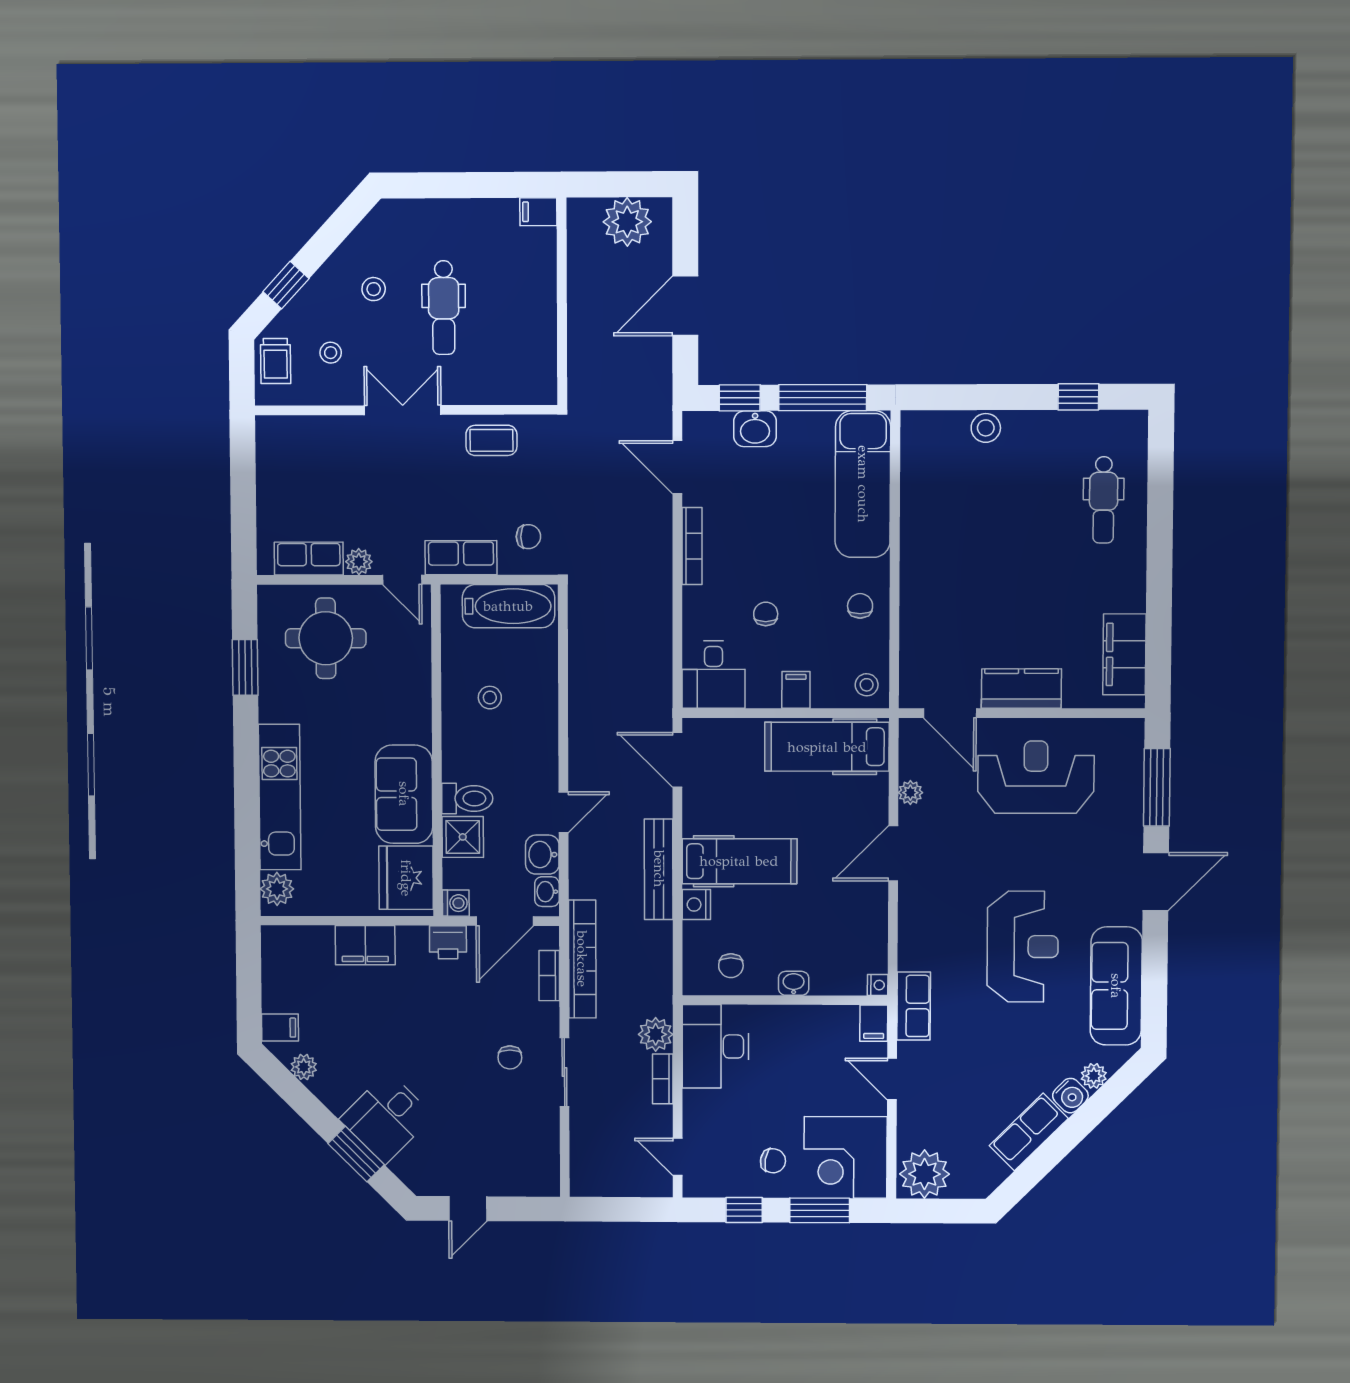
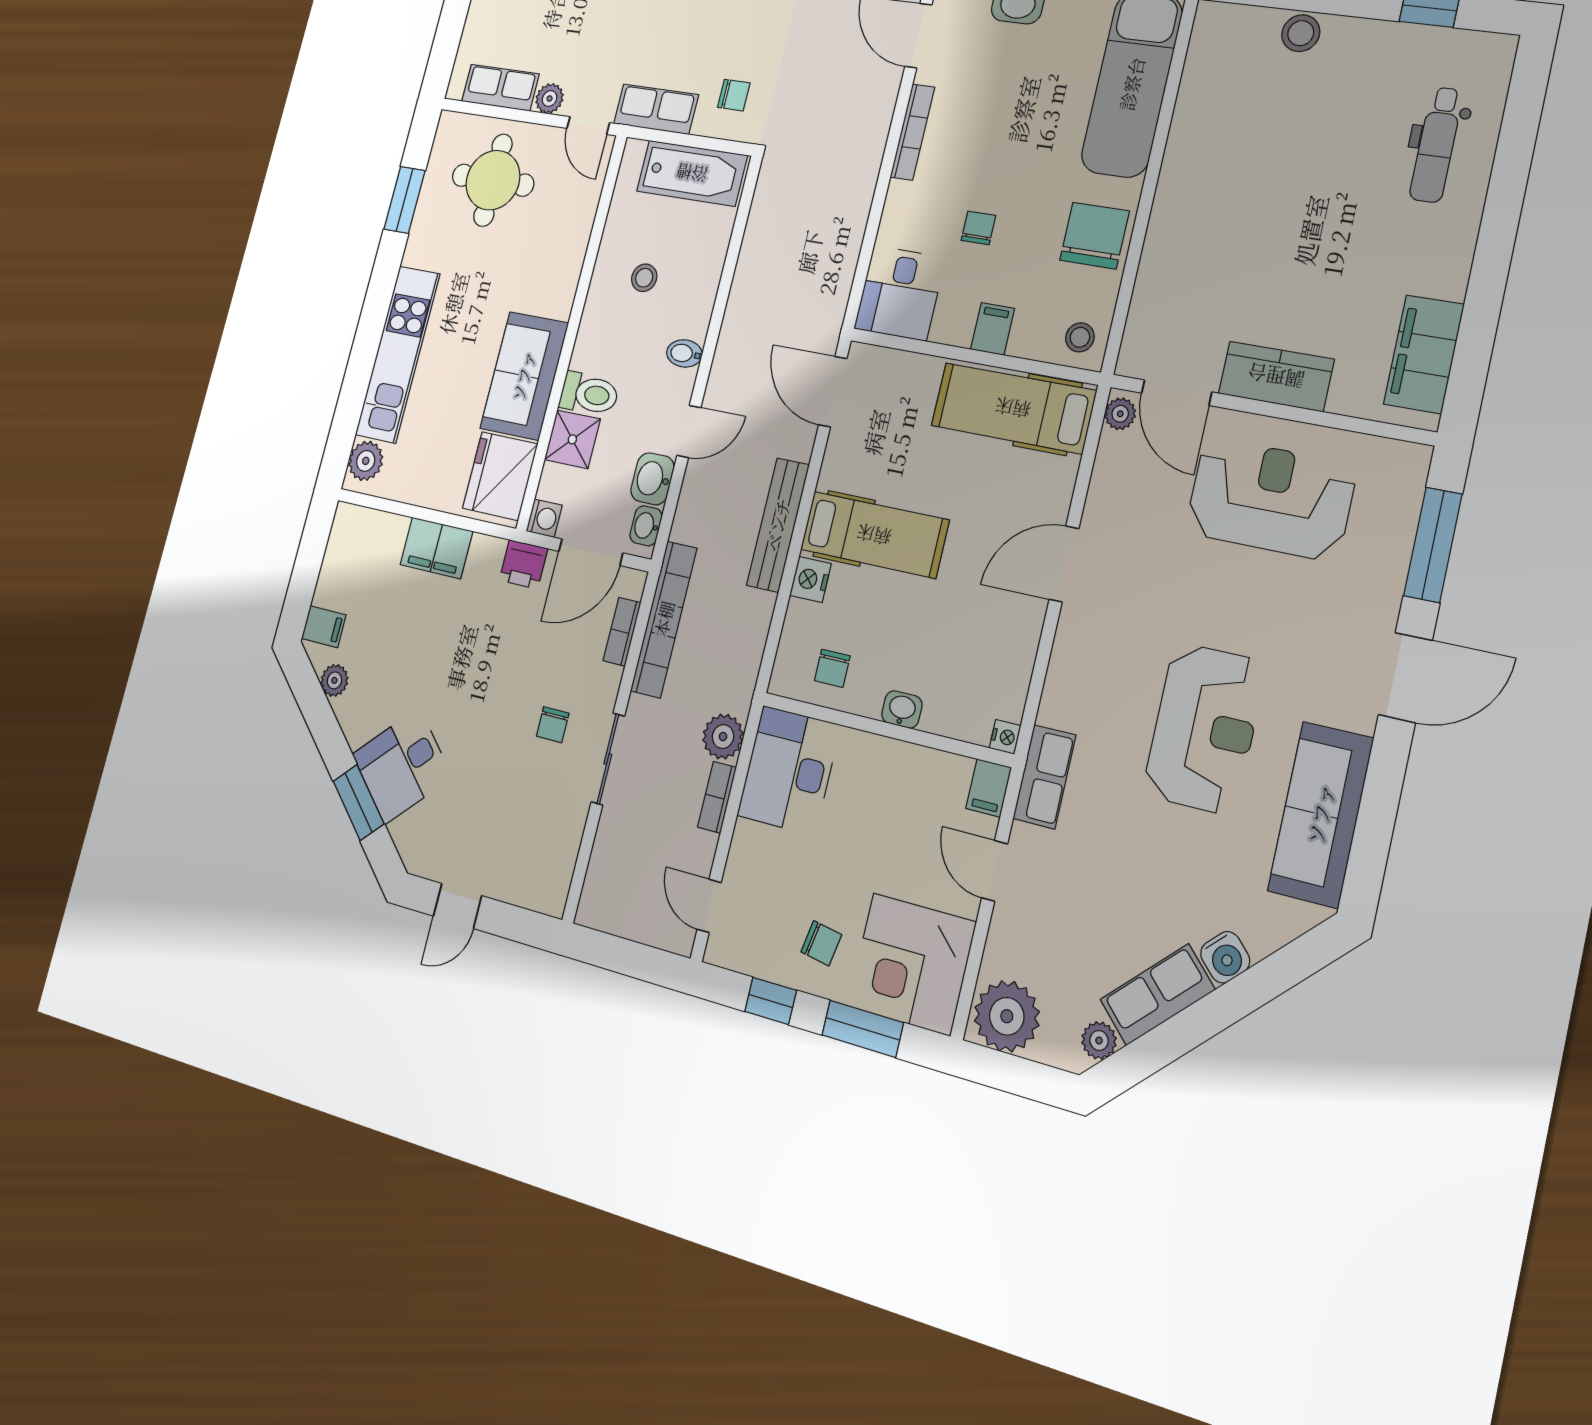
chair: (860, 606) -> (1094, 236), width x1.87, depth x1.87
bidet: (543, 752) -> (684, 353), added
plant: (910, 793) -> (1120, 414), moved
plant: (1094, 1076) -> (1099, 1040), moved

